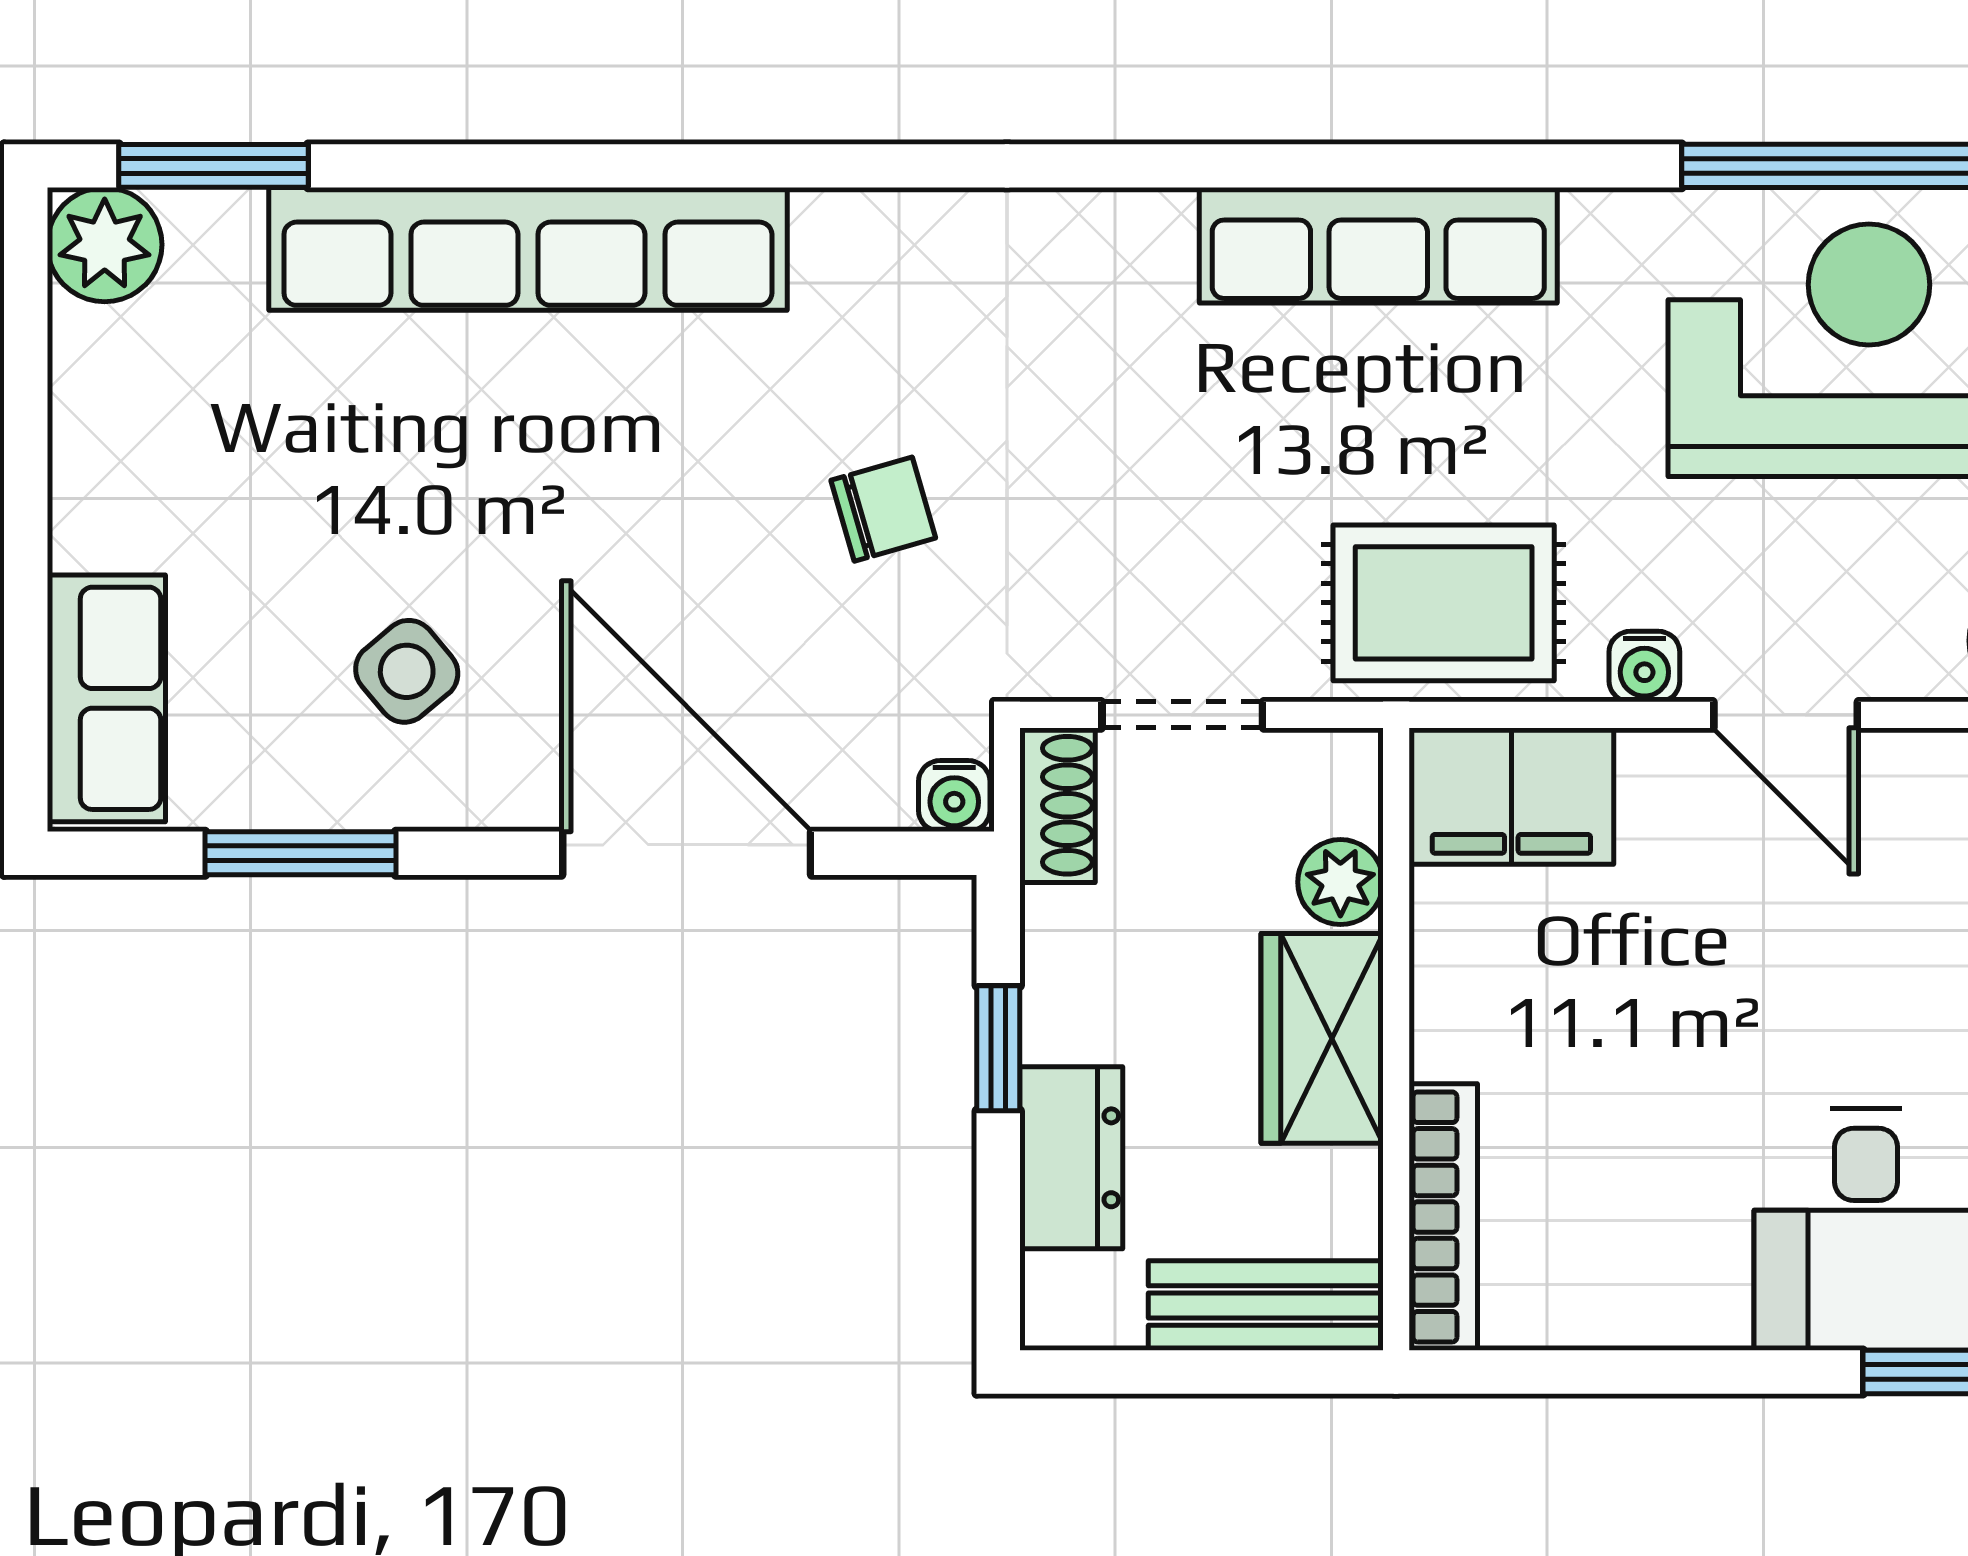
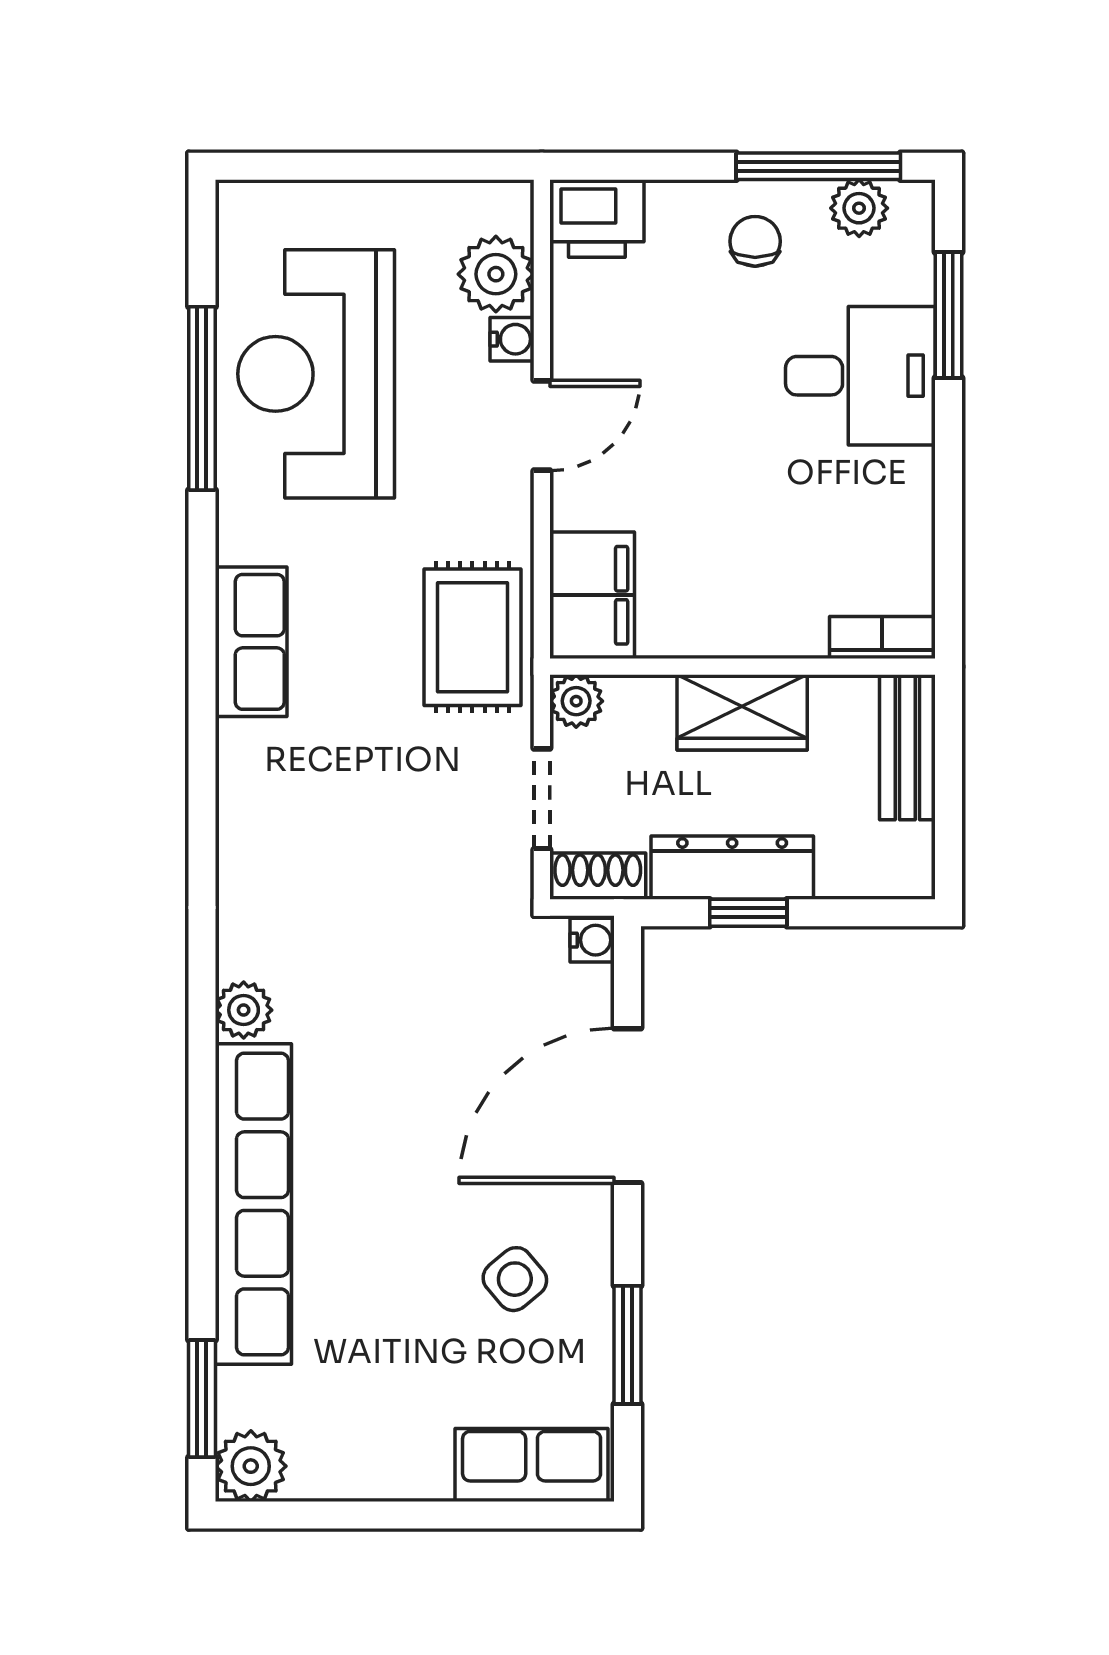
plant: (841, 233) -> (244, 1010), added
row of seats: (1378, 245) -> (251, 642), width x0.68
chair: (883, 509) -> (414, 984), removed
water cooler: (1644, 667) -> (512, 339), moved
plant: (1340, 882) -> (576, 701), moved
dresser: (1071, 1158) -> (732, 868), moved, width x1.44
bookcase: (1443, 1217) -> (882, 638), width x0.64

